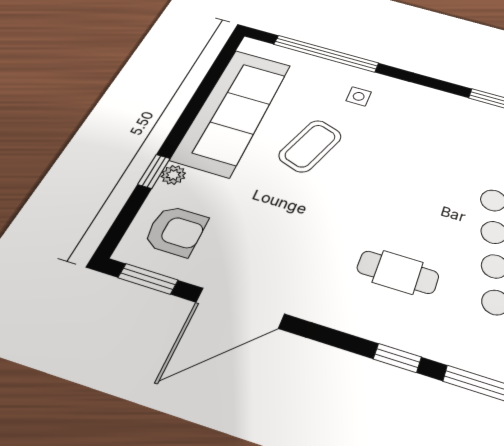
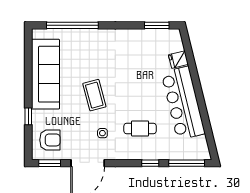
side table: (359, 96) -> (102, 133), moved
coffee table: (310, 146) -> (94, 95), moved, turned -34
plant: (173, 175) -> (37, 115), removed

